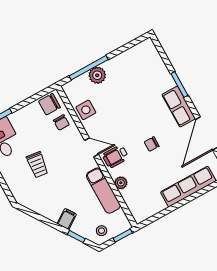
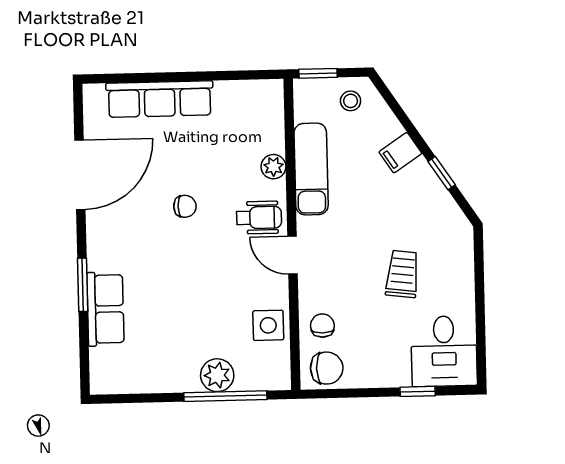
row of seats: (179, 107) -> (105, 309), moved
window: (76, 237) -> (442, 173), moved

